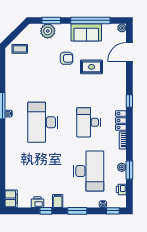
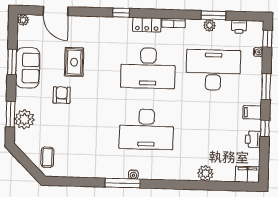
window: (90, 20) -> (12, 62), width x0.47
desk: (89, 122) -> (148, 68), width x1.36, depth x1.30
plant: (11, 167) -> (205, 173), added

